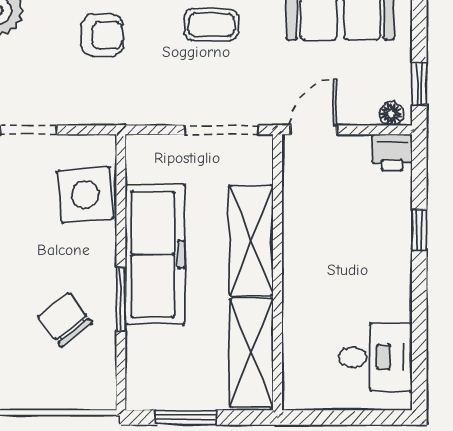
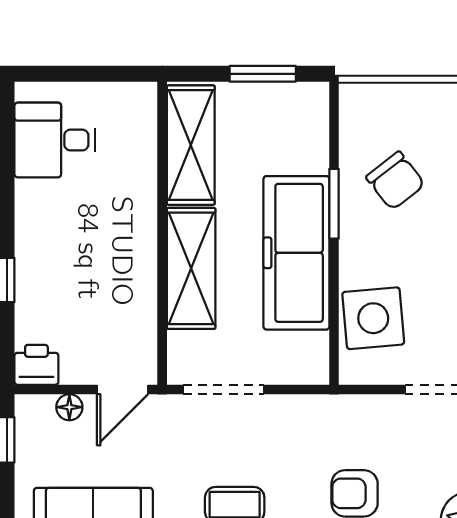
floor lamp: (391, 114) -> (69, 407), moved

